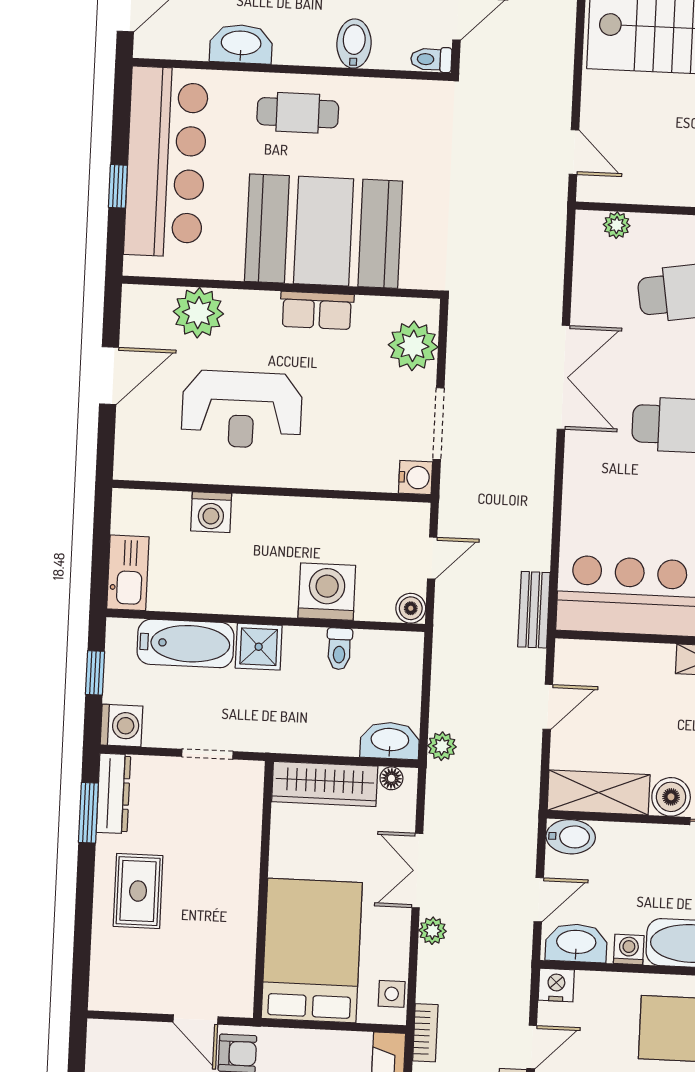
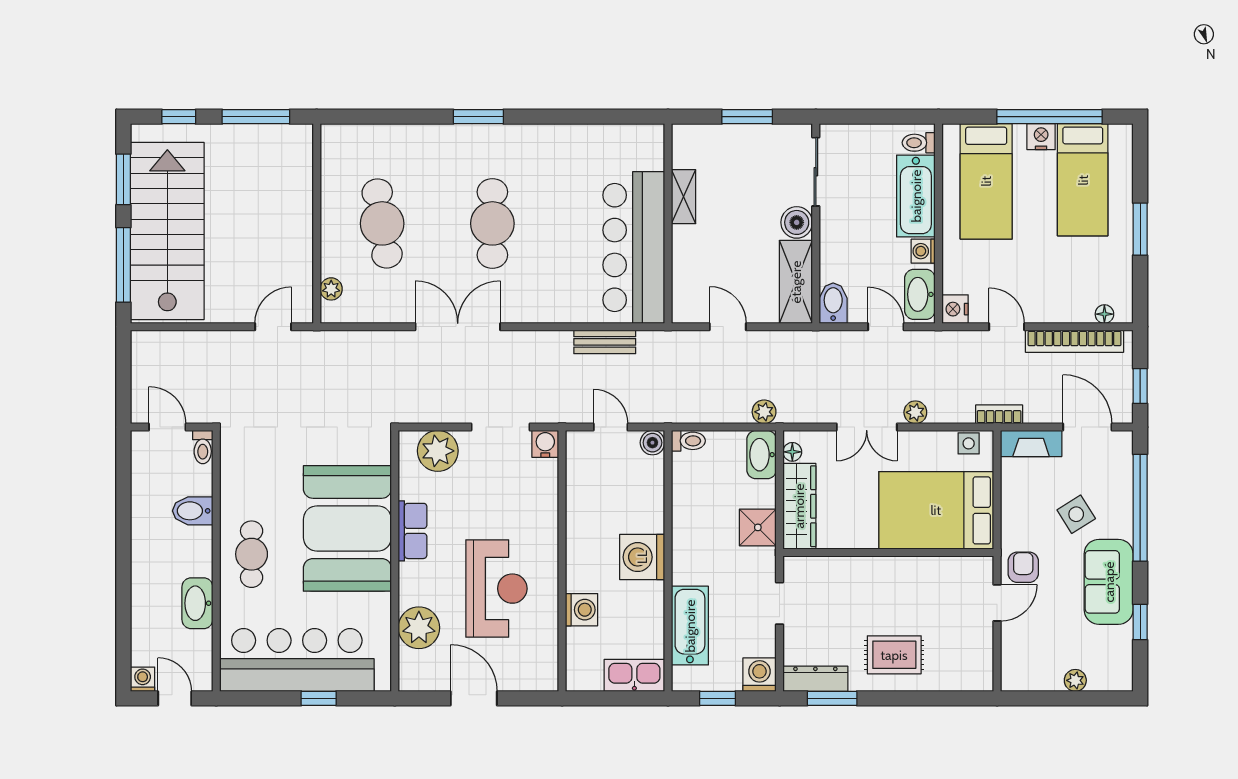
washing machine: (327, 592) -> (642, 557), moved
bench: (534, 610) -> (605, 342), moved
shower: (259, 647) -> (758, 527), moved
toilet: (339, 649) -> (688, 441), moved

